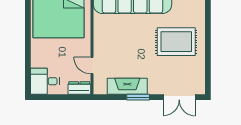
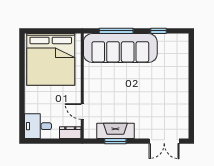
rug: (176, 42) -> (162, 89), removed
window: (138, 97) -> (115, 141), moved

